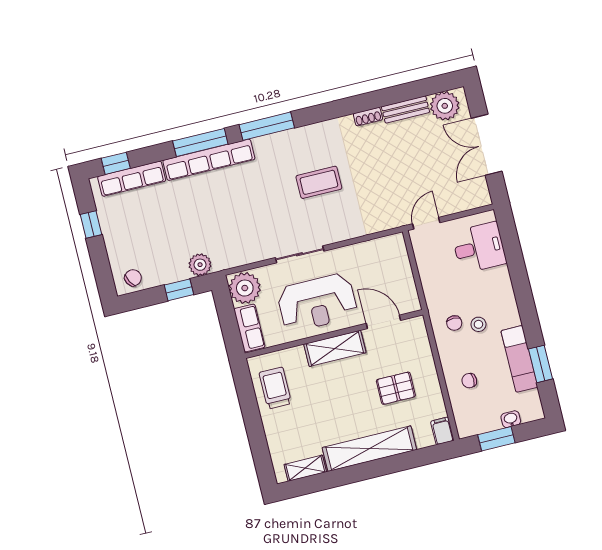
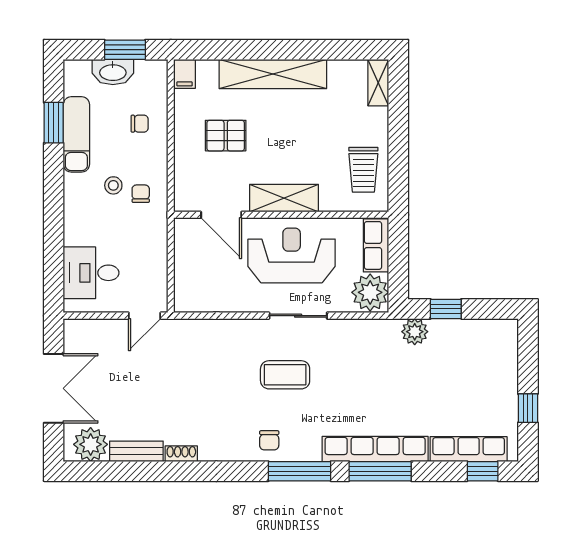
coffee table: (319, 182) -> (285, 375), moved
chair: (133, 278) -> (269, 440), moved, turned -61
washbasin: (511, 419) -> (113, 72), width x1.91, depth x1.45
shelving: (305, 468) -> (378, 83), moved, turned 90

